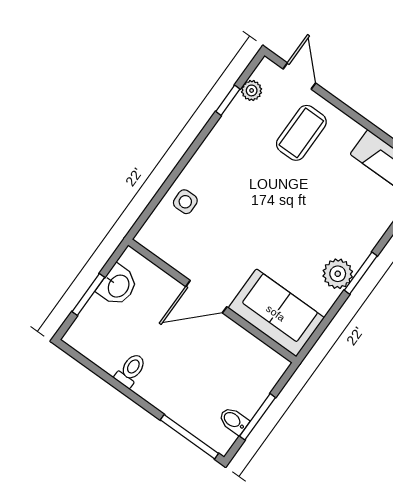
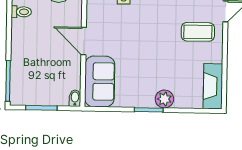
plant: (338, 274) -> (164, 99), moved
toilet: (131, 370) -> (21, 12), moved
bidet: (234, 421) -> (75, 98), moved

